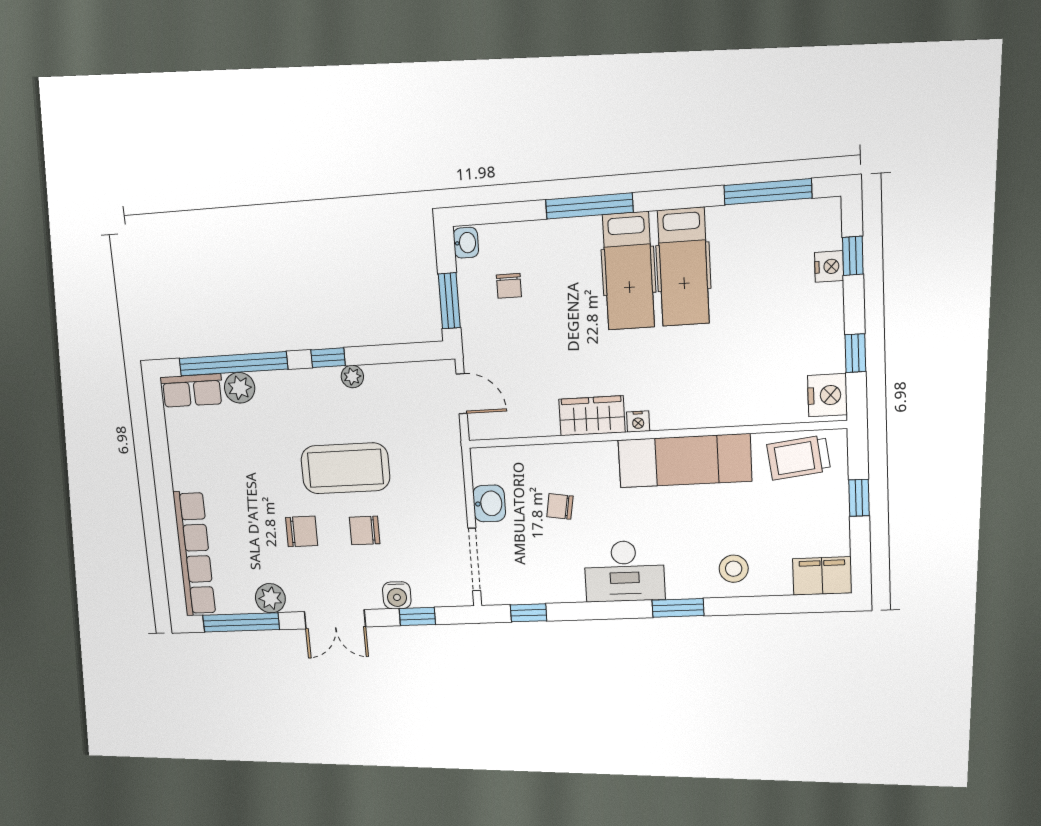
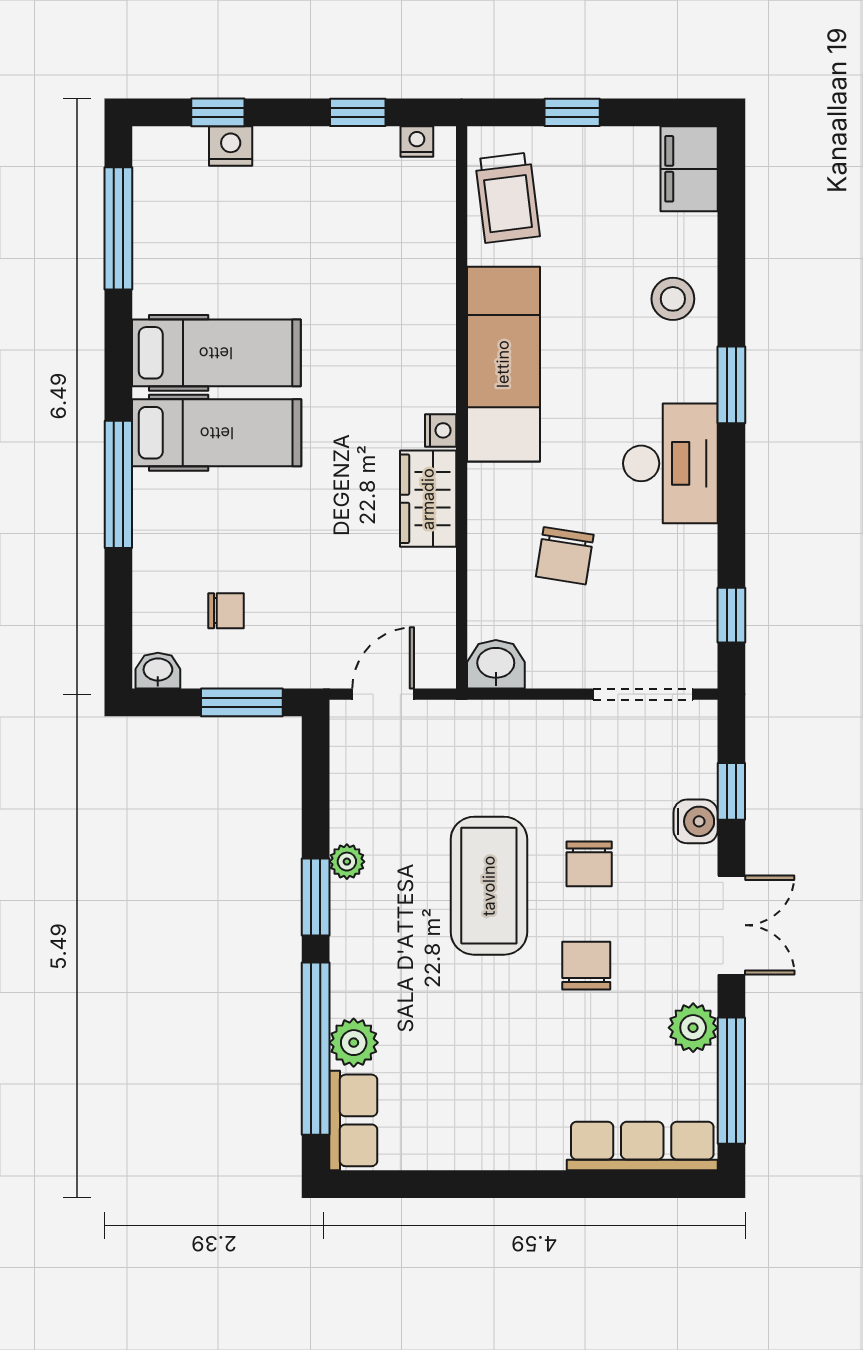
window: (328, 358) -> (316, 897), width x1.50
nightstand: (827, 395) -> (417, 142), width x0.53, depth x0.56
washbasin: (489, 503) -> (496, 664), moved
chair: (560, 506) -> (565, 556), width x1.37, depth x1.37
row of seats: (194, 554) -> (642, 1146), width x0.73

